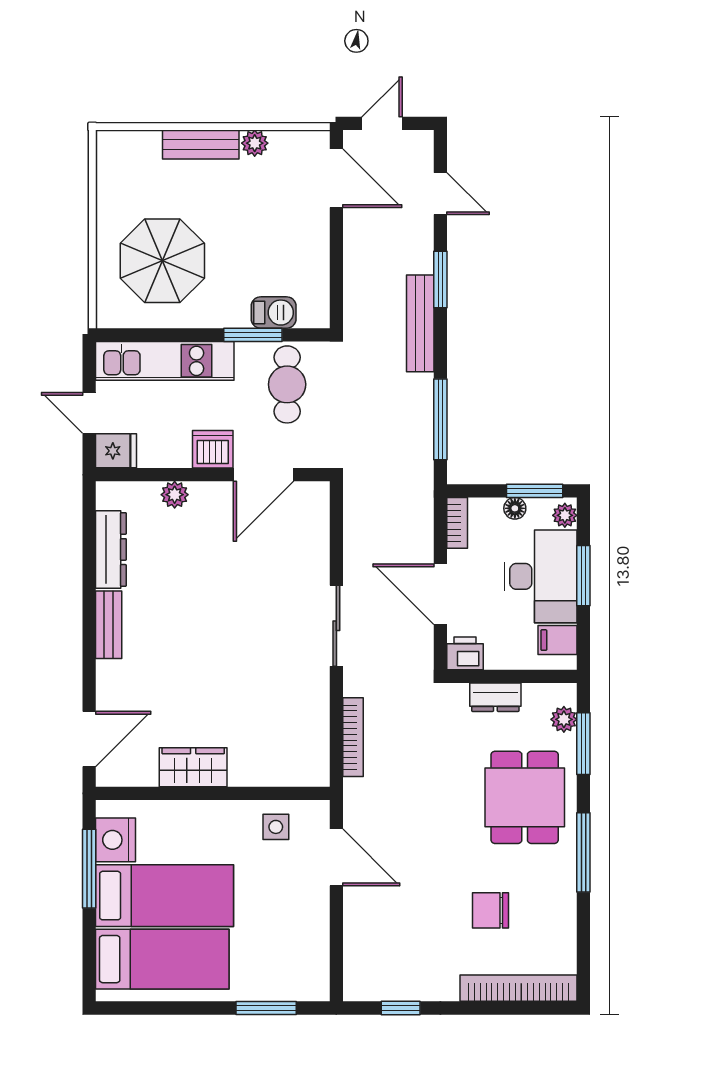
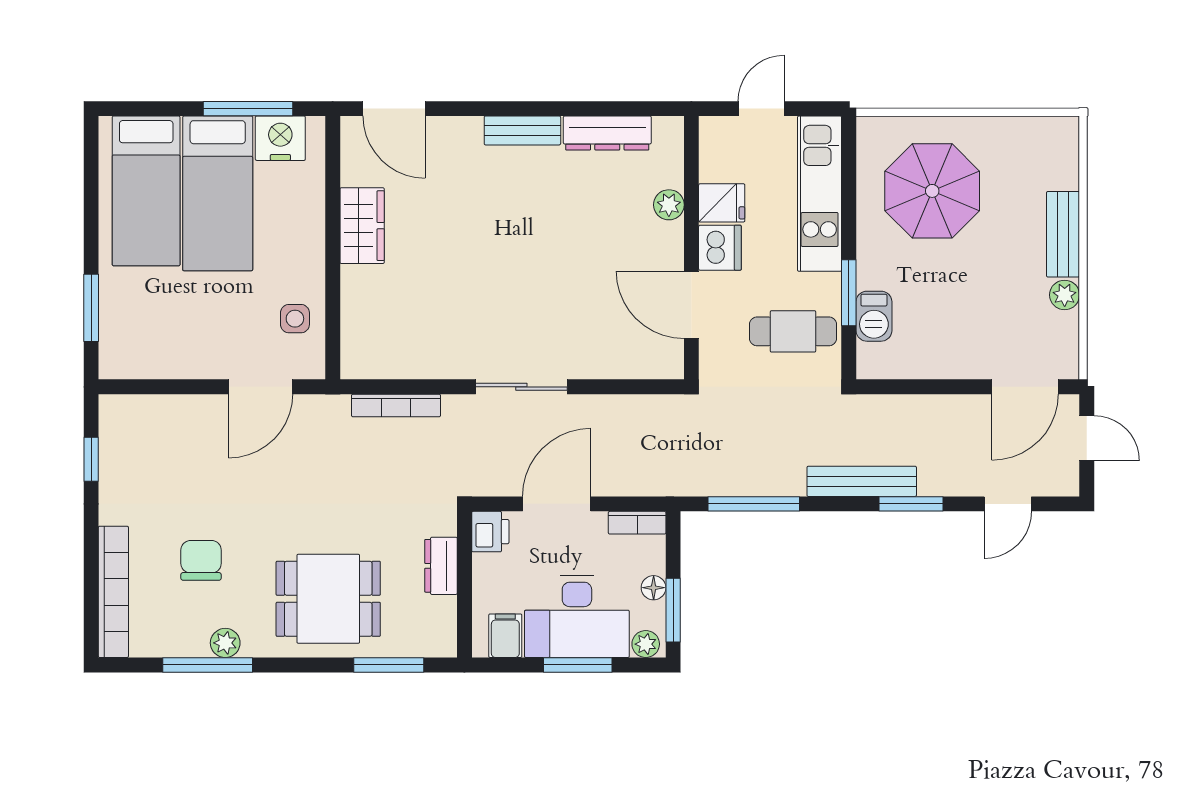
fridge: (116, 451) -> (722, 203), moved, turned -90
plant: (564, 719) -> (225, 643), moved
window: (583, 852) -> (208, 665), moved

